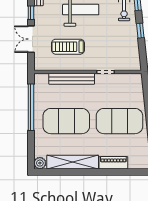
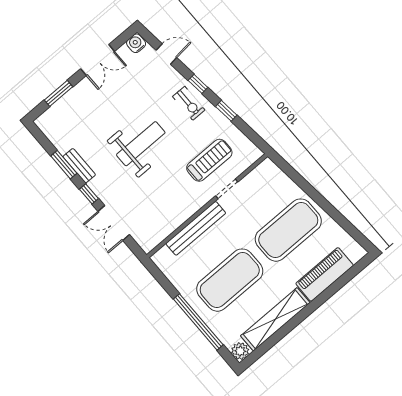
treadmill: (68, 47) -> (209, 160), moved, turned 180
window: (31, 107) -> (198, 322), moved
piano: (113, 163) -> (325, 274), width x1.37, depth x1.33

